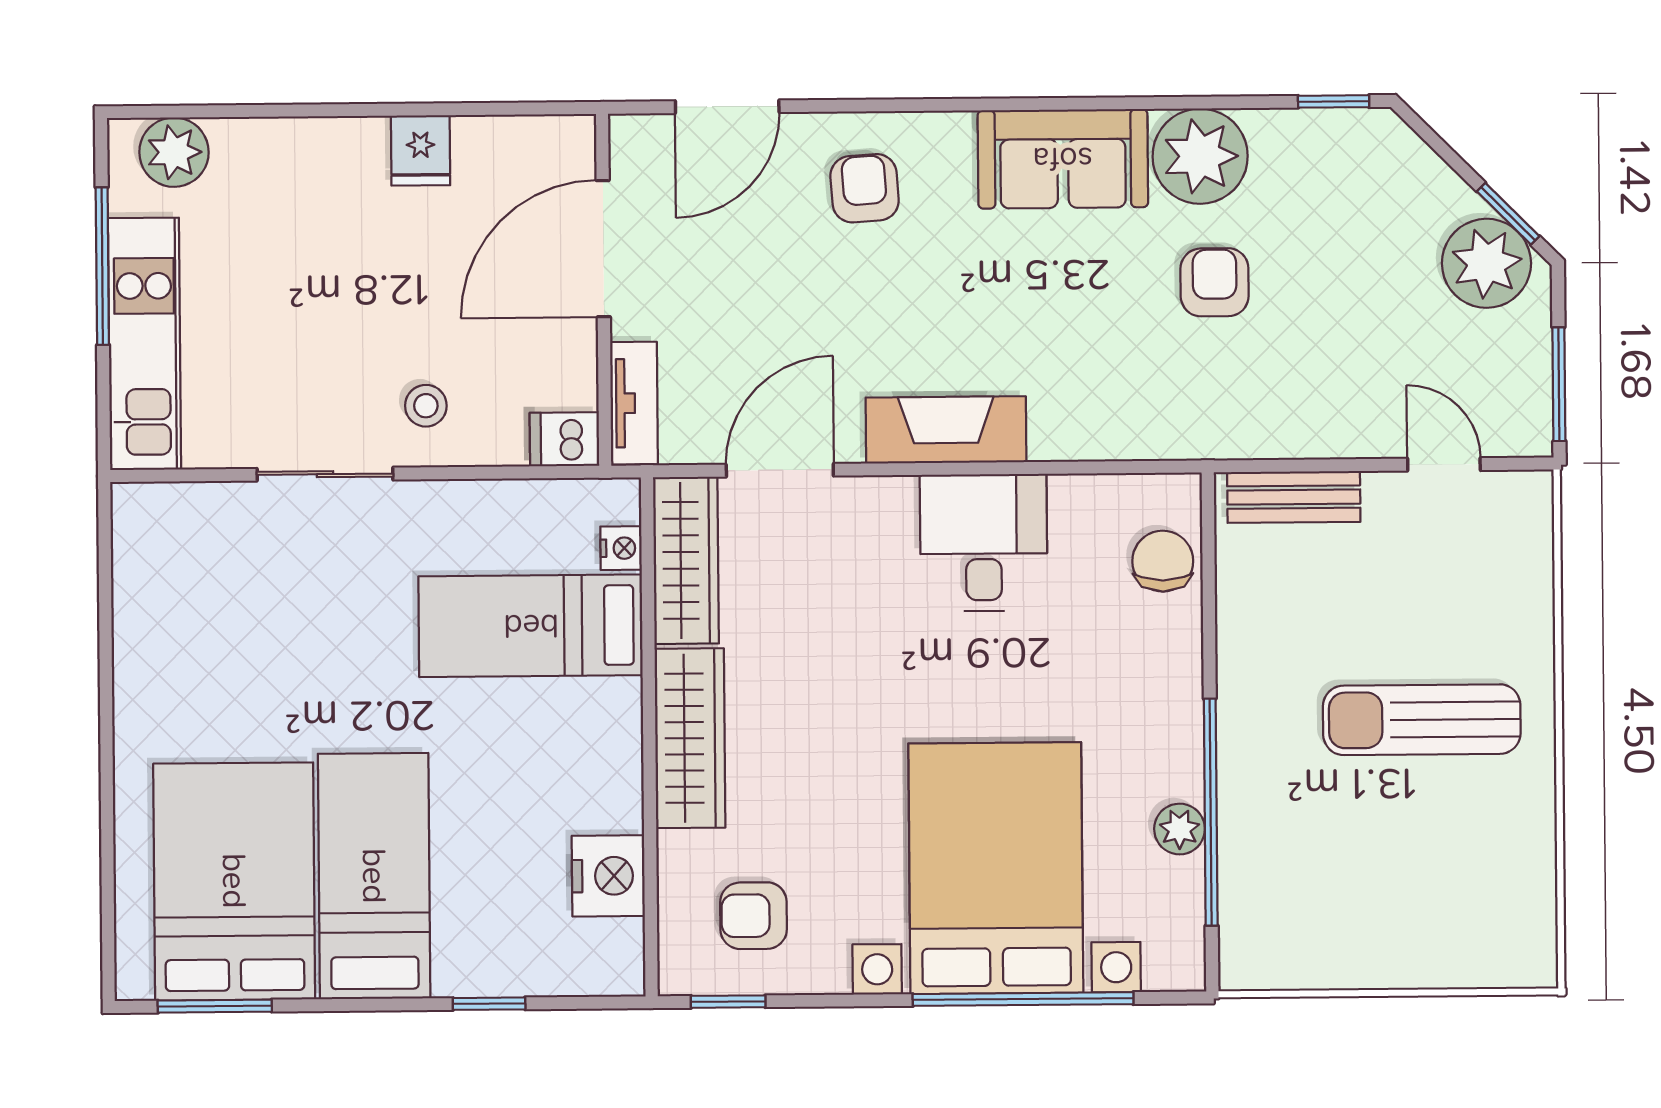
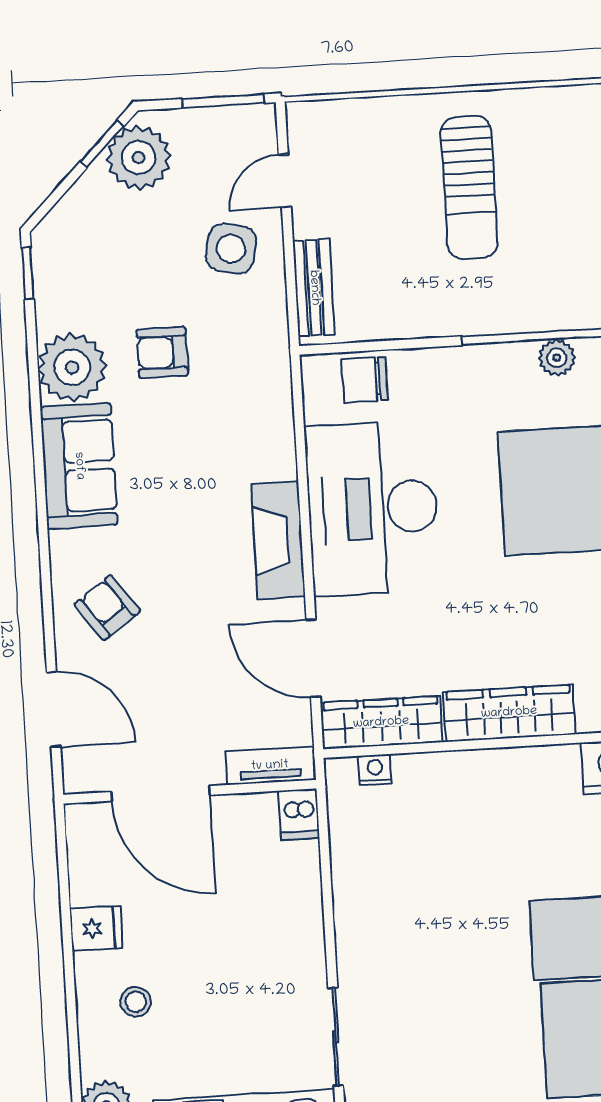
armchair: (865, 188) -> (107, 608), turned 58
side table: (1354, 385) -> (231, 249), added
stool: (426, 406) -> (136, 1002), moved
sliding door: (325, 474) -> (336, 1037), moved
desk: (984, 543) -> (373, 508), width x1.87, depth x1.30
bed: (531, 626) -> (434, 832), removed

